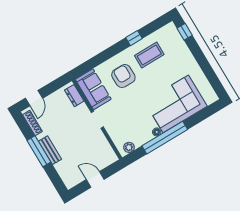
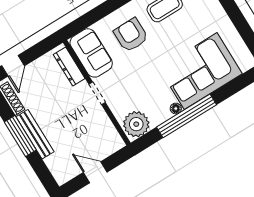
dresser: (74, 96) -> (69, 67), width x1.44
plant: (129, 147) -> (136, 124), width x1.87, depth x1.87
bench: (50, 150) -> (35, 134), width x1.36

